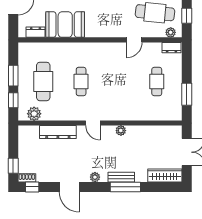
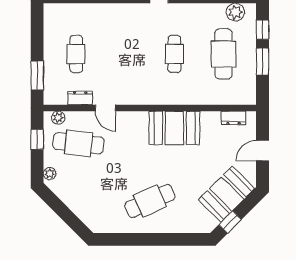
booth: (65, 25) -> (174, 128), moved
door: (134, 40) -> (105, 108), swing flipped
dresser: (171, 48) -> (80, 98), moved
window: (187, 94) -> (37, 75), moved

